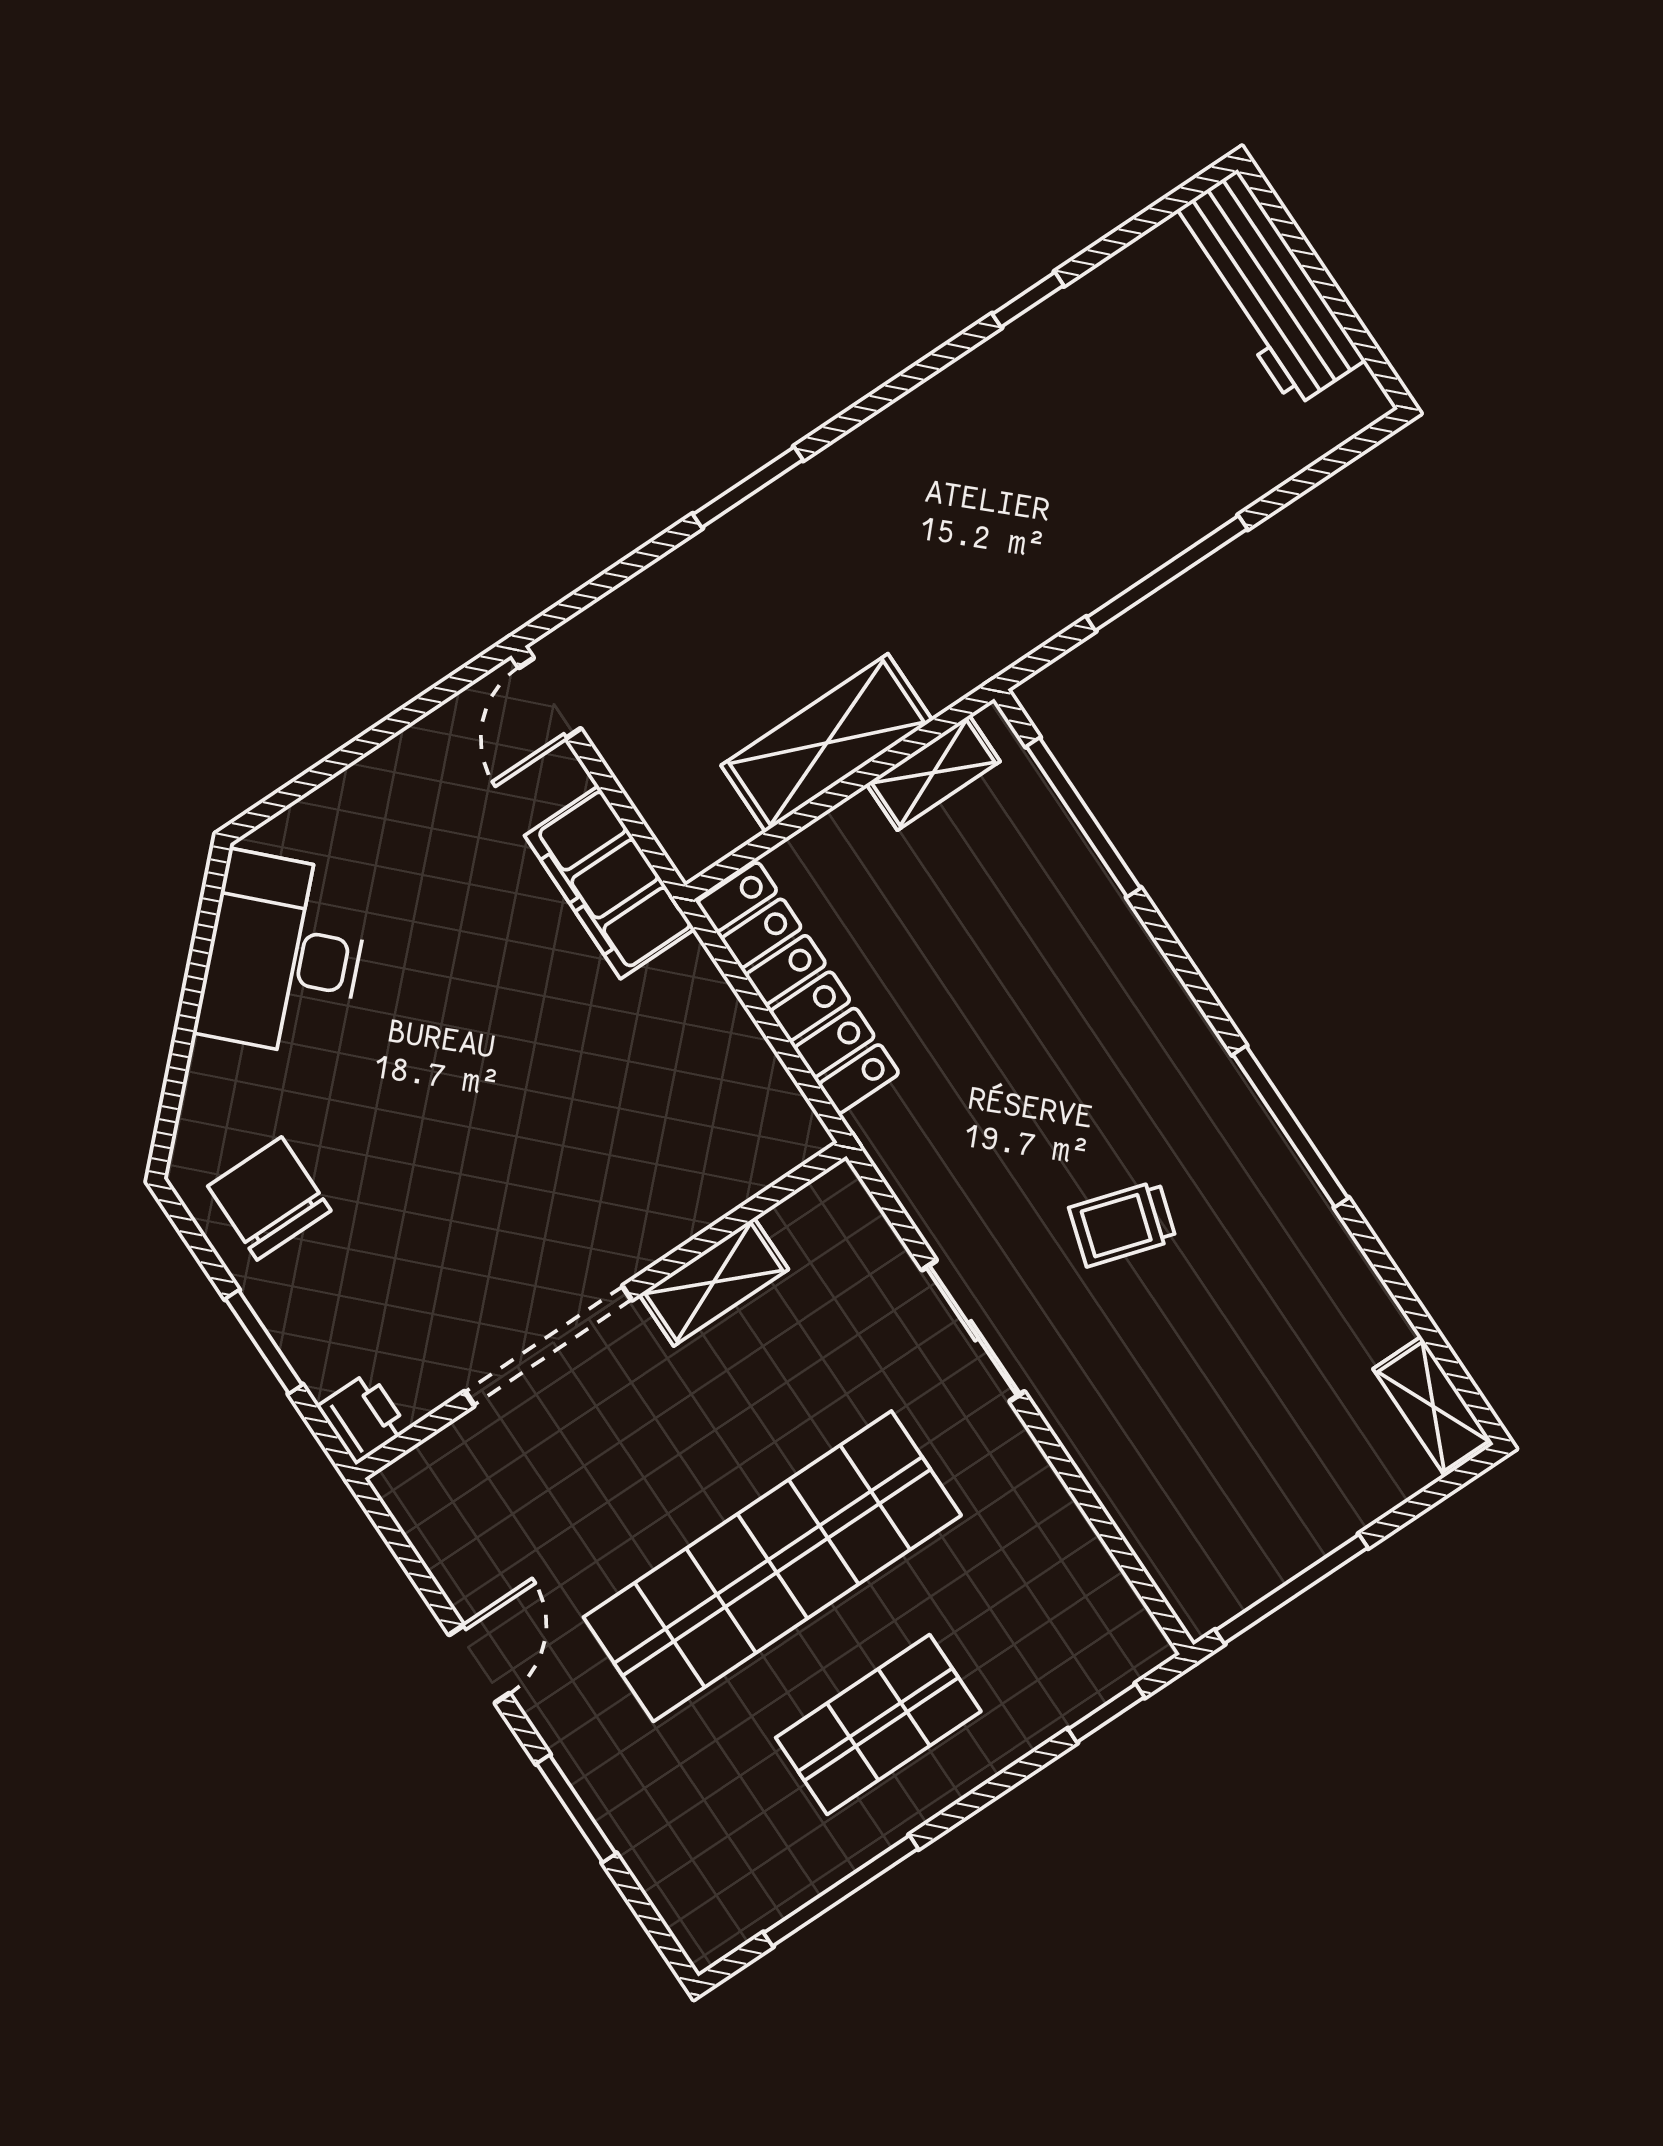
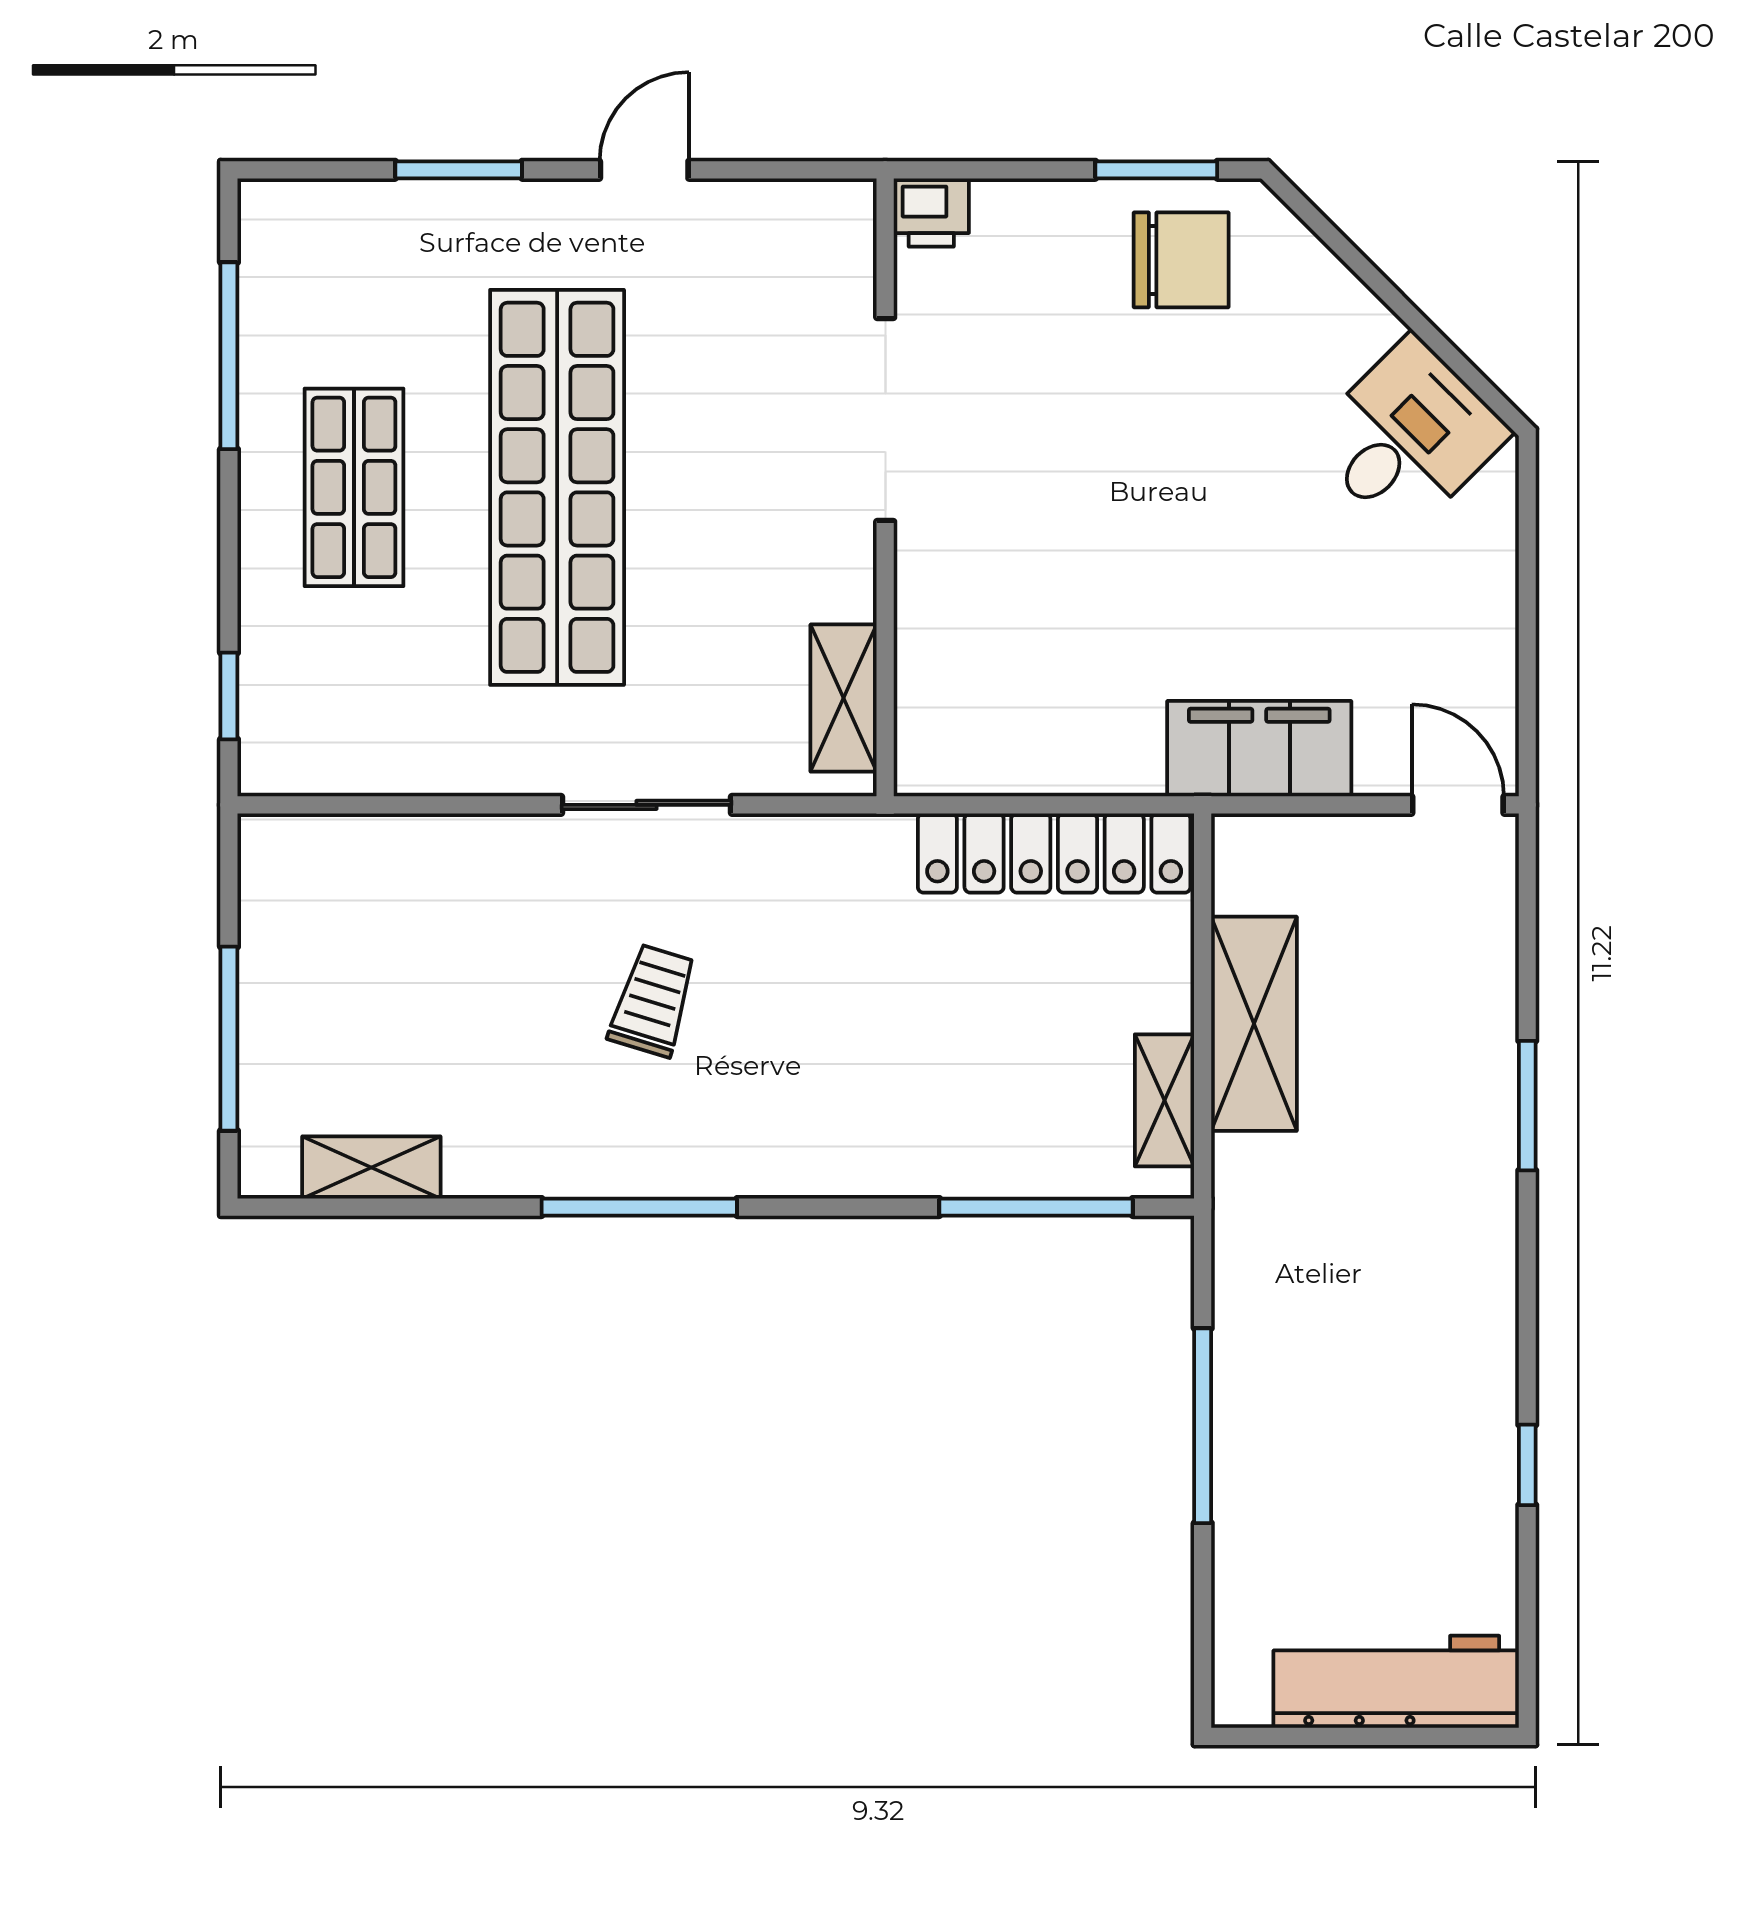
desk: (284, 955) -> (1408, 436), width x0.73
shelving: (714, 1282) -> (844, 698), moved
window: (264, 1342) -> (1156, 170), moved
shelving: (1433, 1407) -> (371, 1167), moved
window: (1292, 1589) -> (229, 1039), moved
door: (479, 1664) -> (644, 170), swing flipped

